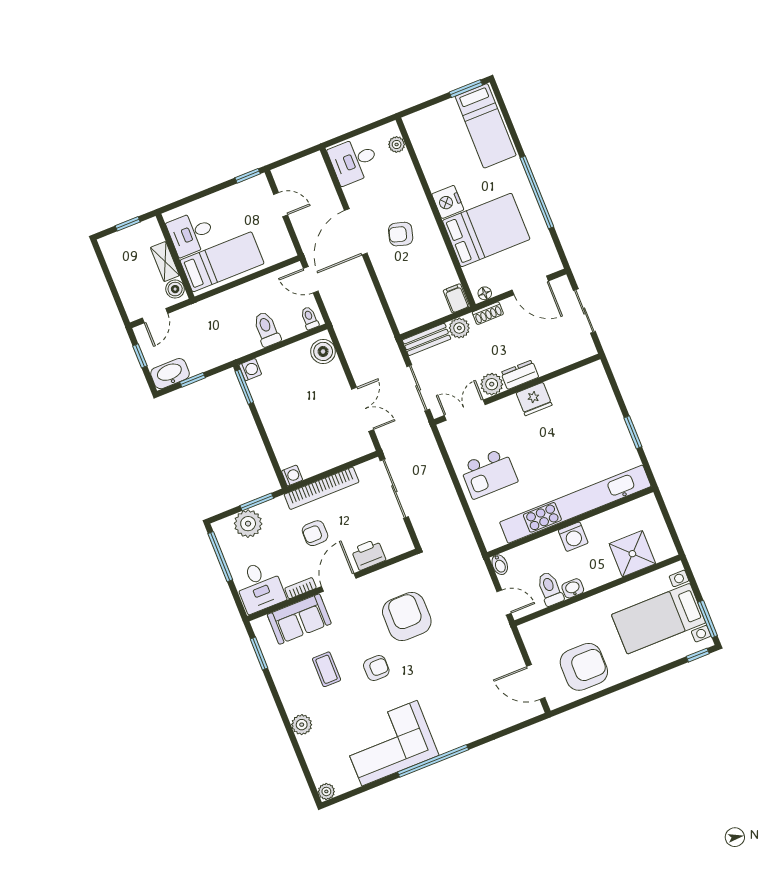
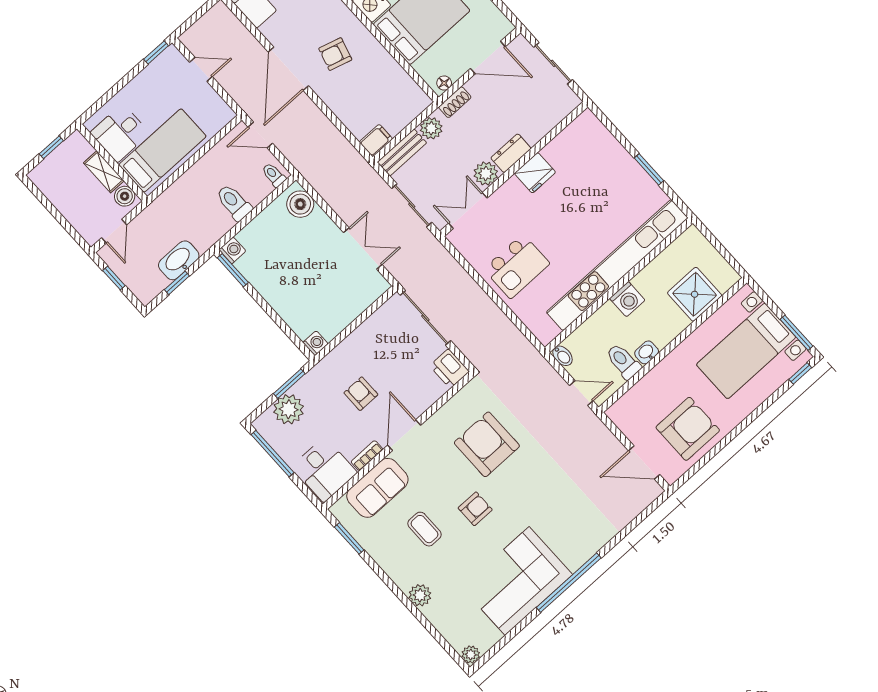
filing cabinet: (456, 298) -> (376, 140), moved, turned 90
washbasin: (170, 374) -> (179, 260), moved
bookcase: (322, 488) -> (351, 345), removed
armchair: (315, 533) -> (361, 394), turned 90
printer: (368, 555) -> (449, 369), moved, turned -90

